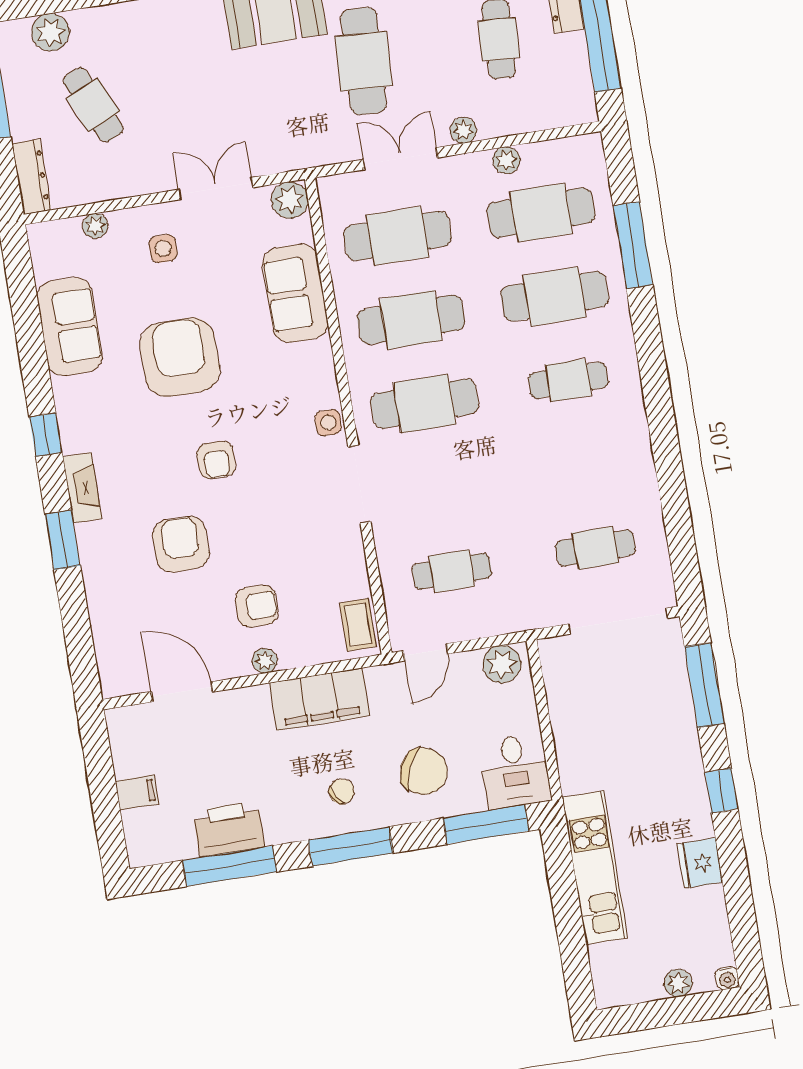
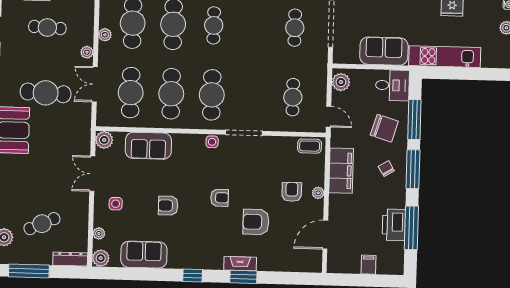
plant: (45, 239) -> (101, 258), added
armchair: (180, 357) -> (168, 206), width x0.53, depth x0.53
fireplace: (82, 488) -> (240, 264), moved
sofa: (582, 740) -> (384, 51), added
chair: (424, 771) -> (384, 128), turned 83
window: (486, 825) -> (414, 120), moved

